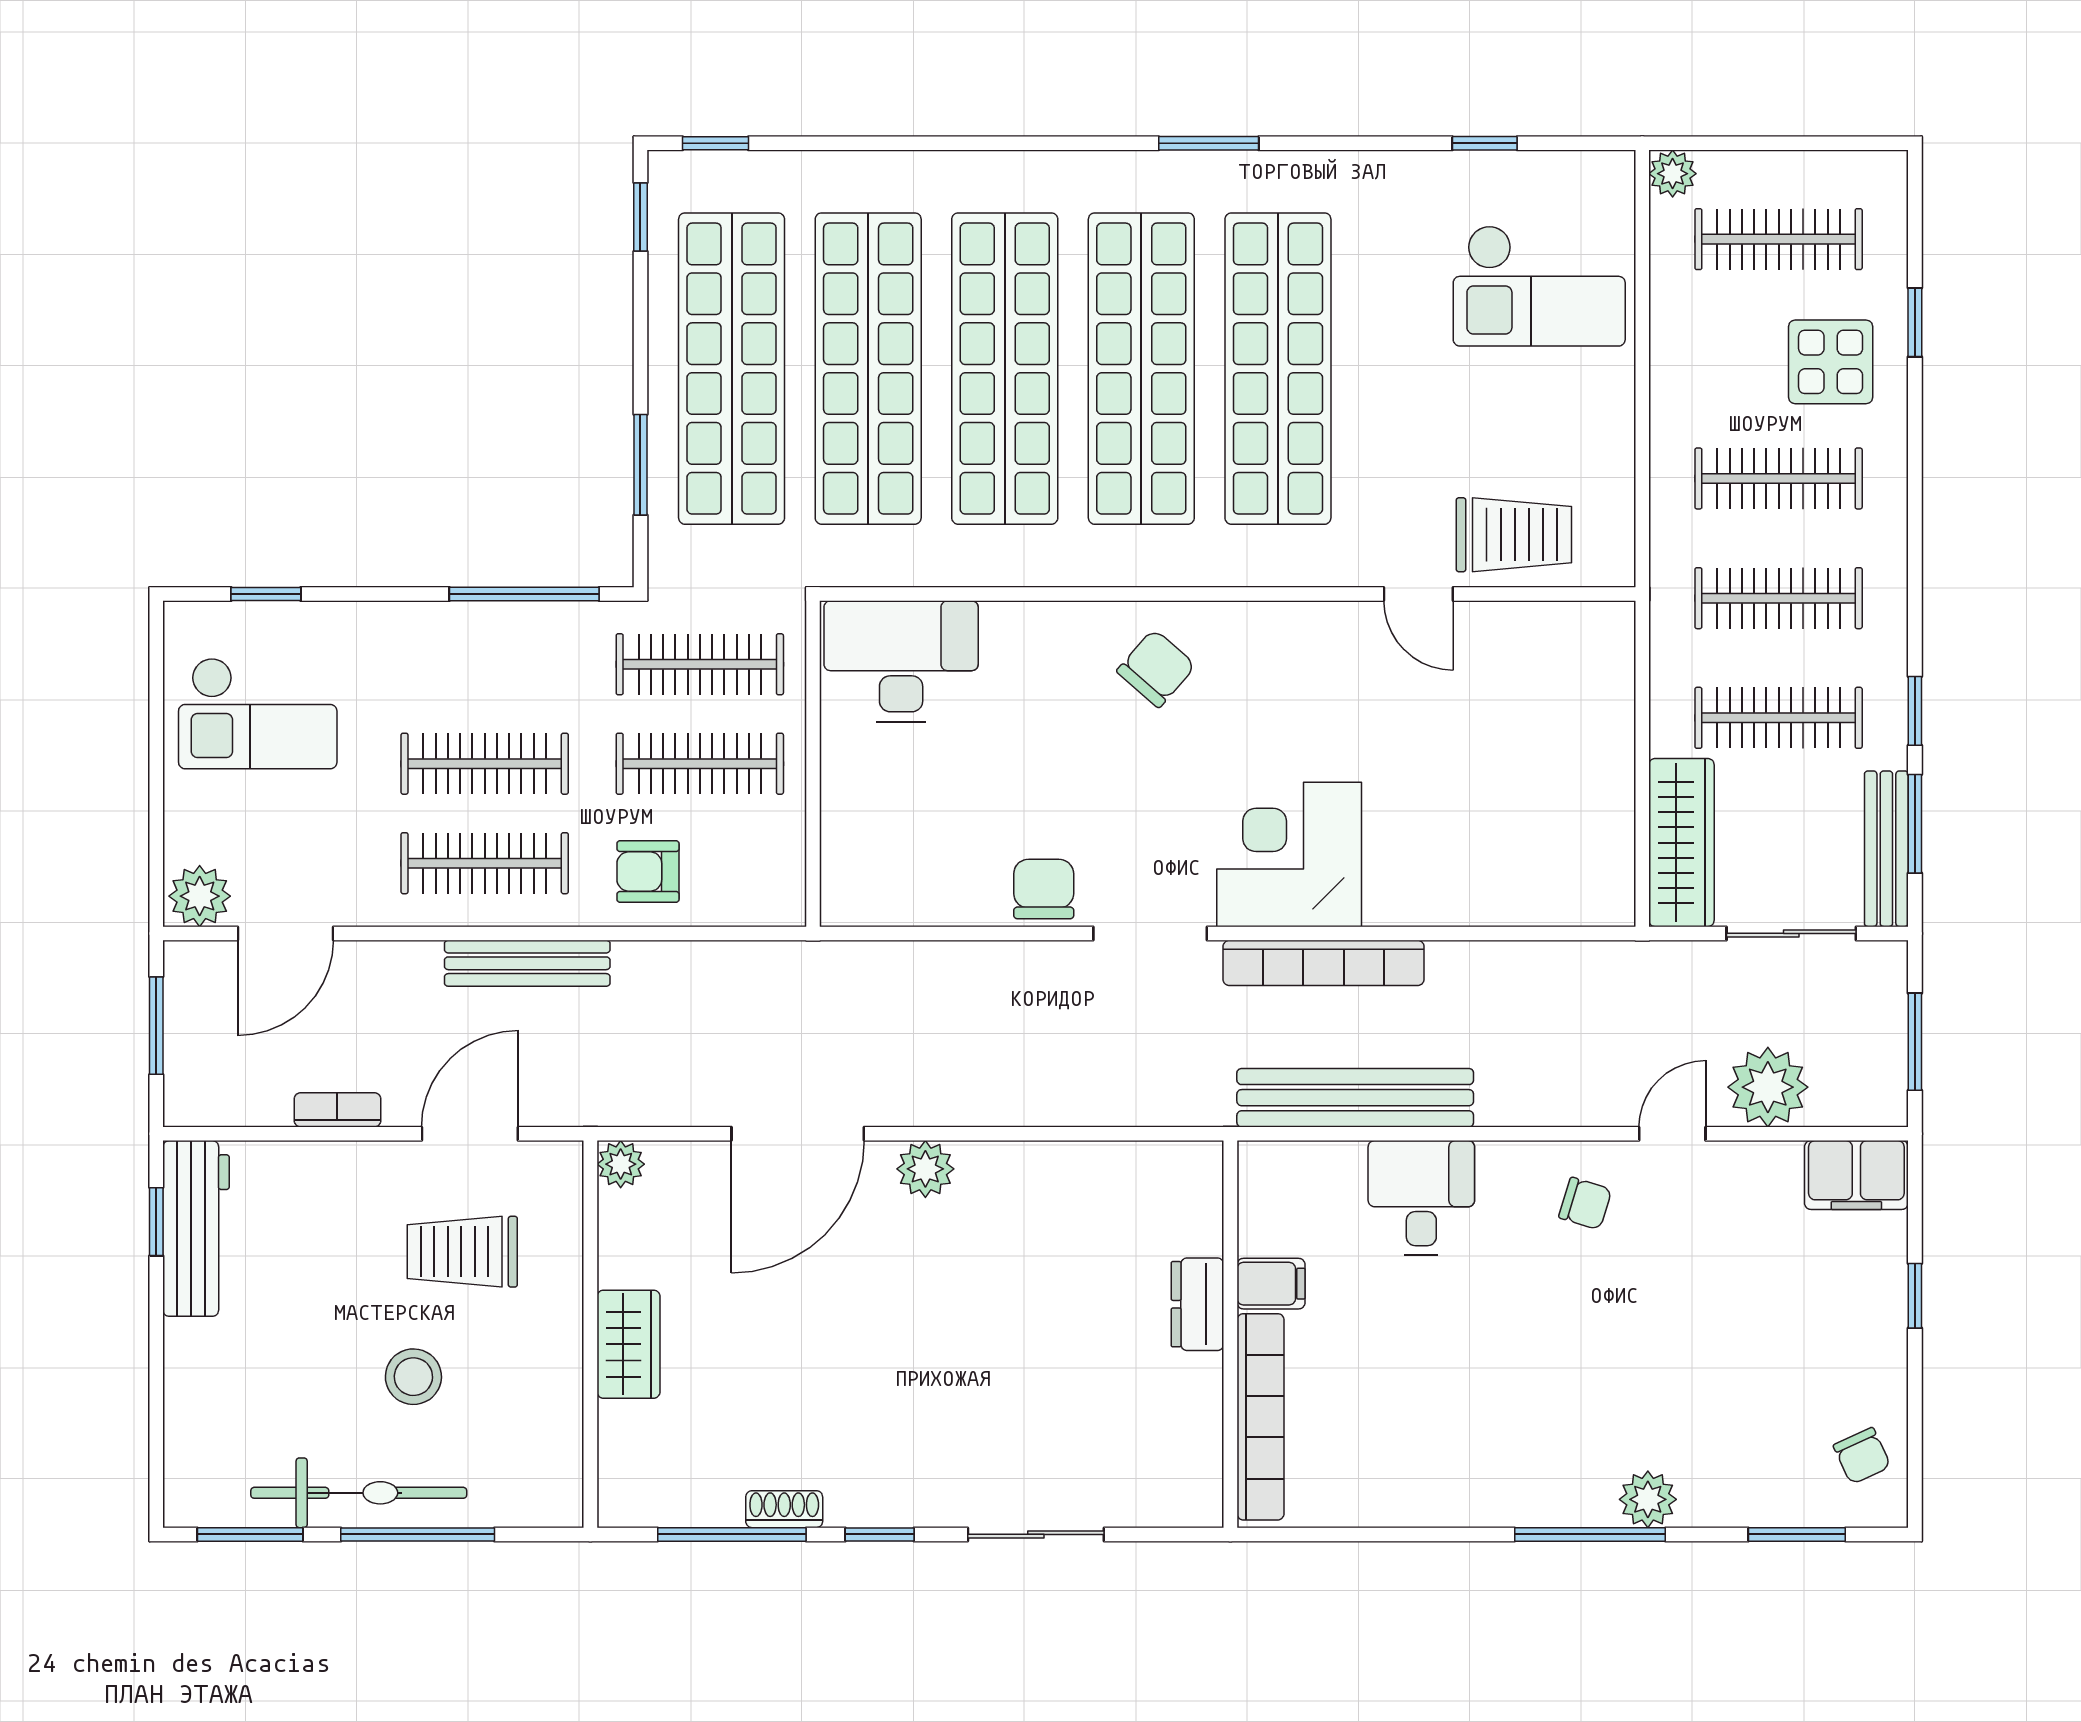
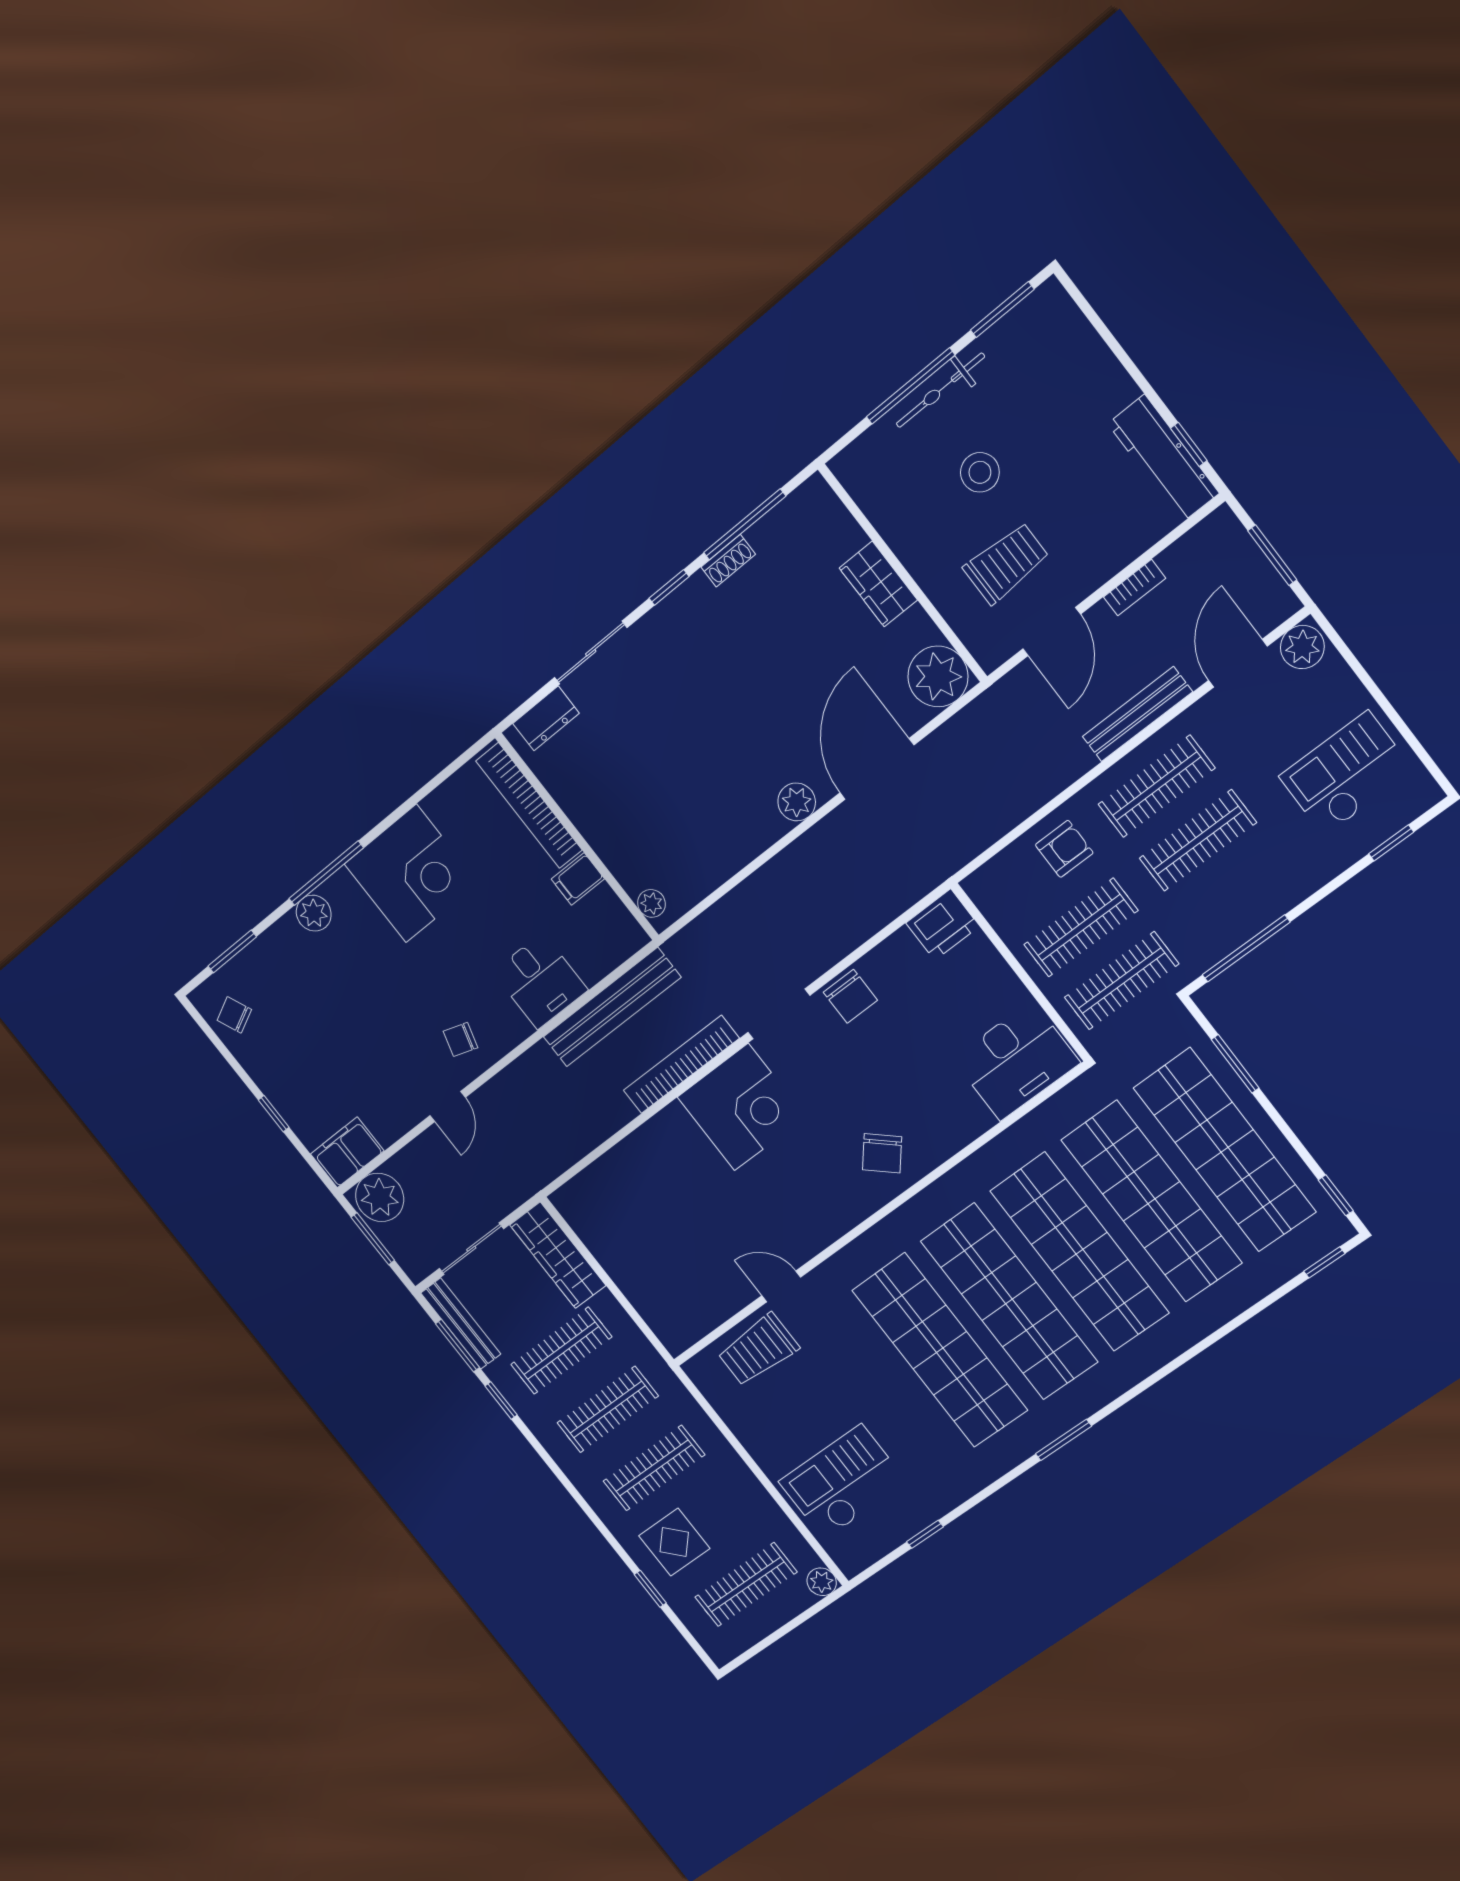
printer: (863, 891) -> (943, 925), added
bench: (527, 963) -> (1137, 714), moved
plant: (1768, 1087) -> (380, 1197), moved
plant: (621, 1164) -> (938, 676), width x1.88, depth x1.88
plant: (1202, 1185) -> (651, 903), added
dresser: (1198, 1304) -> (546, 718), moved, turned 90
corner desk: (1479, 1451) -> (411, 874), added
bicycle: (359, 1493) -> (940, 390), width x0.73, depth x0.71

